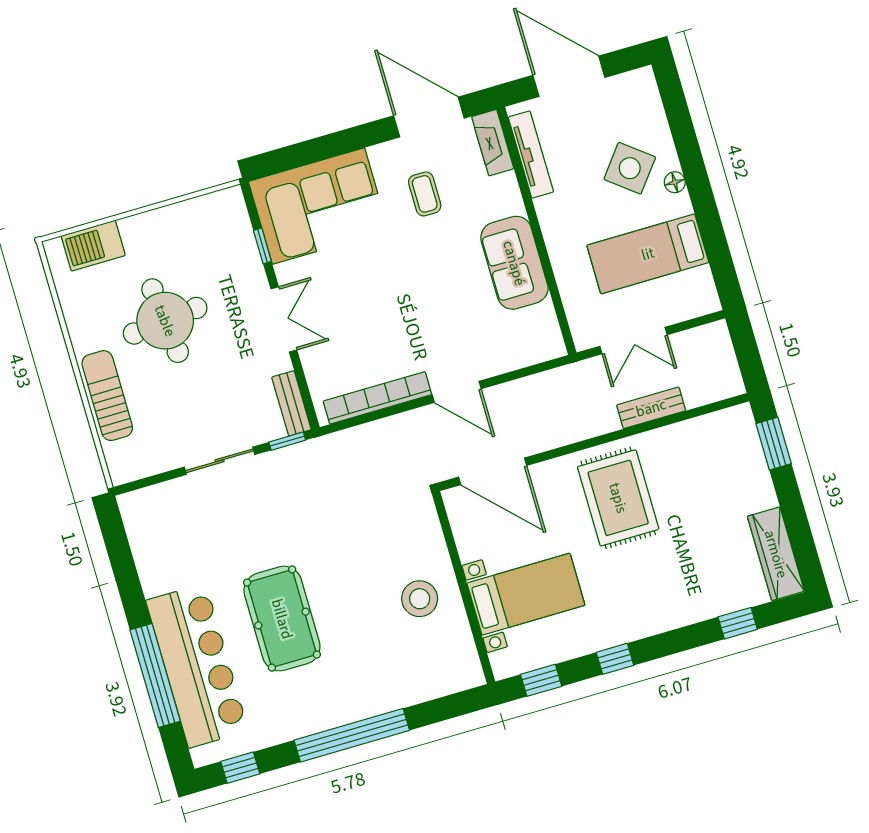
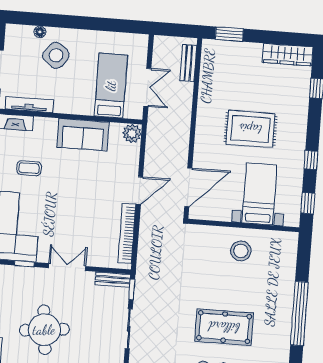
floor lamp: (675, 182) -> (40, 32), moved
bed: (648, 254) -> (111, 86), moved, turned 180
plant: (547, 344) -> (132, 133), added
bench: (651, 408) -> (188, 63), moved
rug: (618, 498) -> (250, 129), moved

